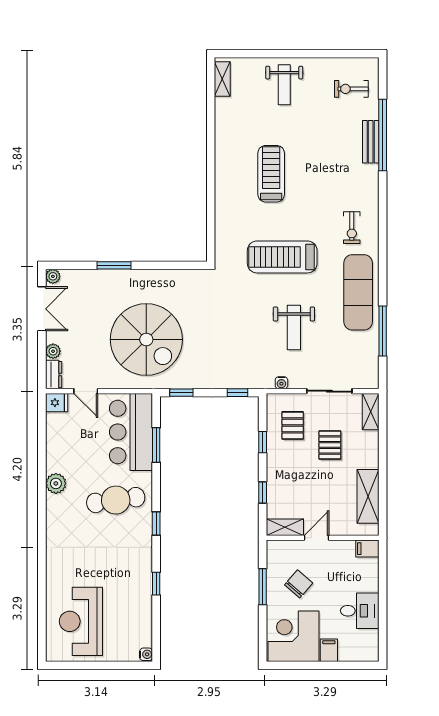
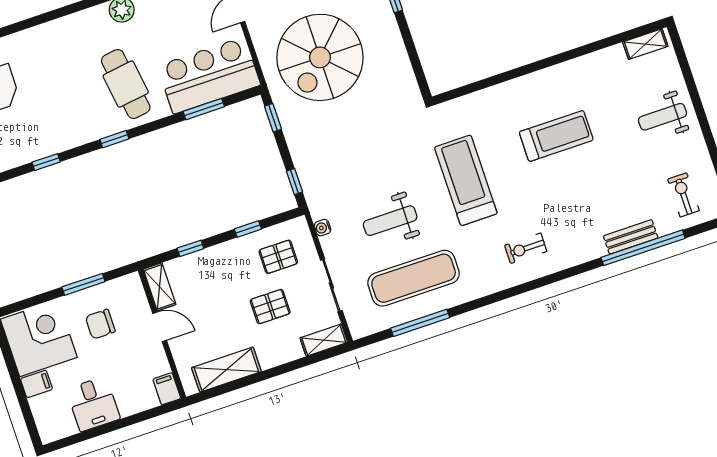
exercise mat: (358, 292) -> (414, 278), moved
chair: (299, 584) -> (100, 324), turned 139

